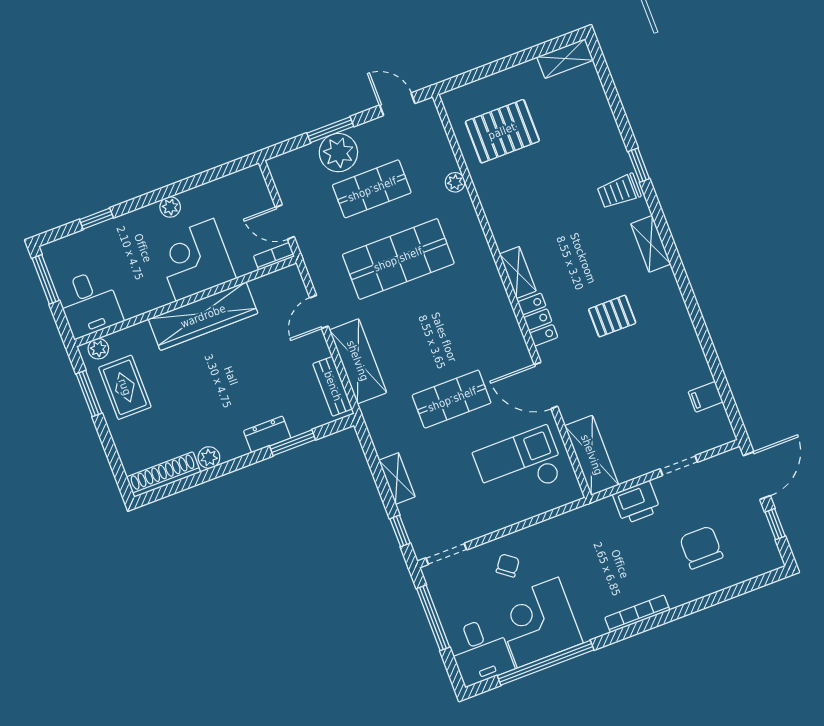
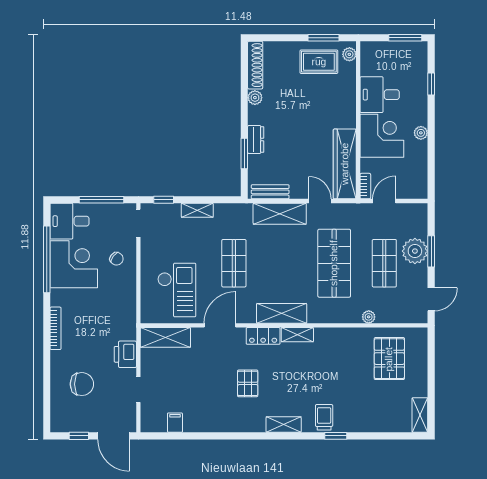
desk: (89, 304) -> (380, 95), moved
shelving: (496, 306) -> (282, 313), added
wardrobe: (203, 316) -> (345, 164), moved

